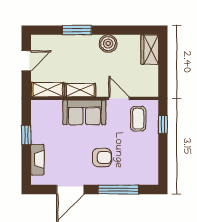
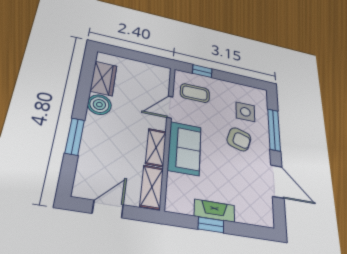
wardrobe: (150, 50) -> (104, 78), moved, turned -90
door: (26, 61) -> (108, 209), hinge flipped
armchair: (102, 158) -> (239, 139), turned 107
fireplace: (37, 160) -> (214, 211), moved
side table: (130, 164) -> (245, 112), added

